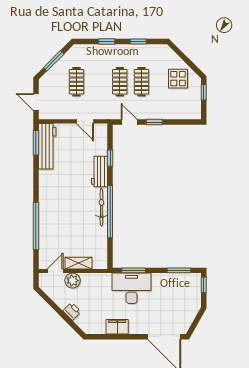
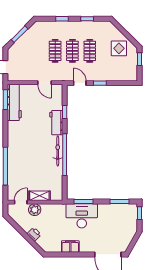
clothes rail: (76, 82) -> (55, 51), moved

